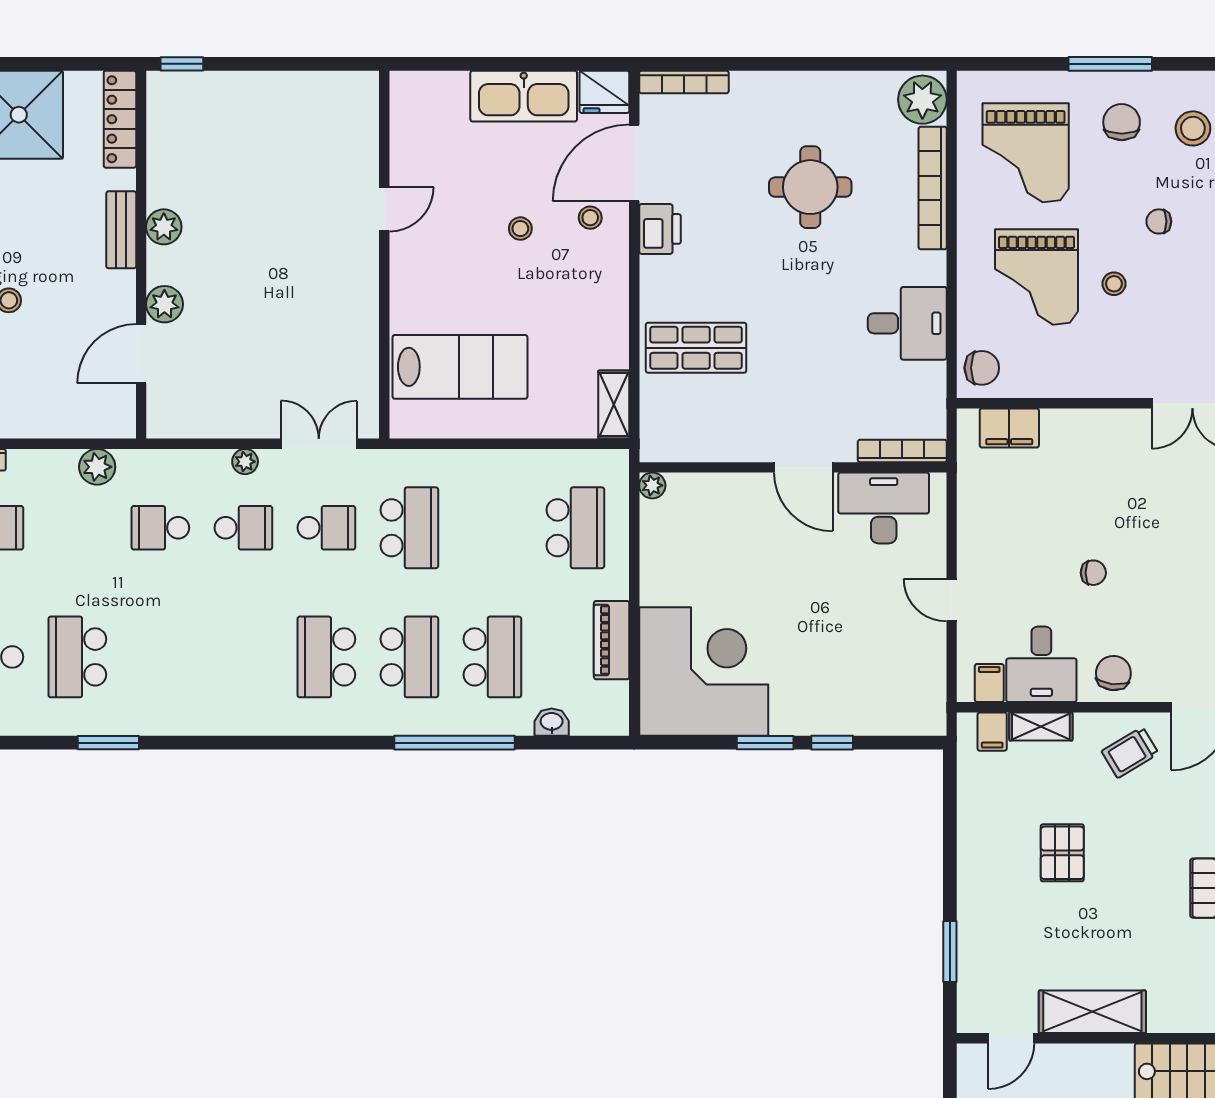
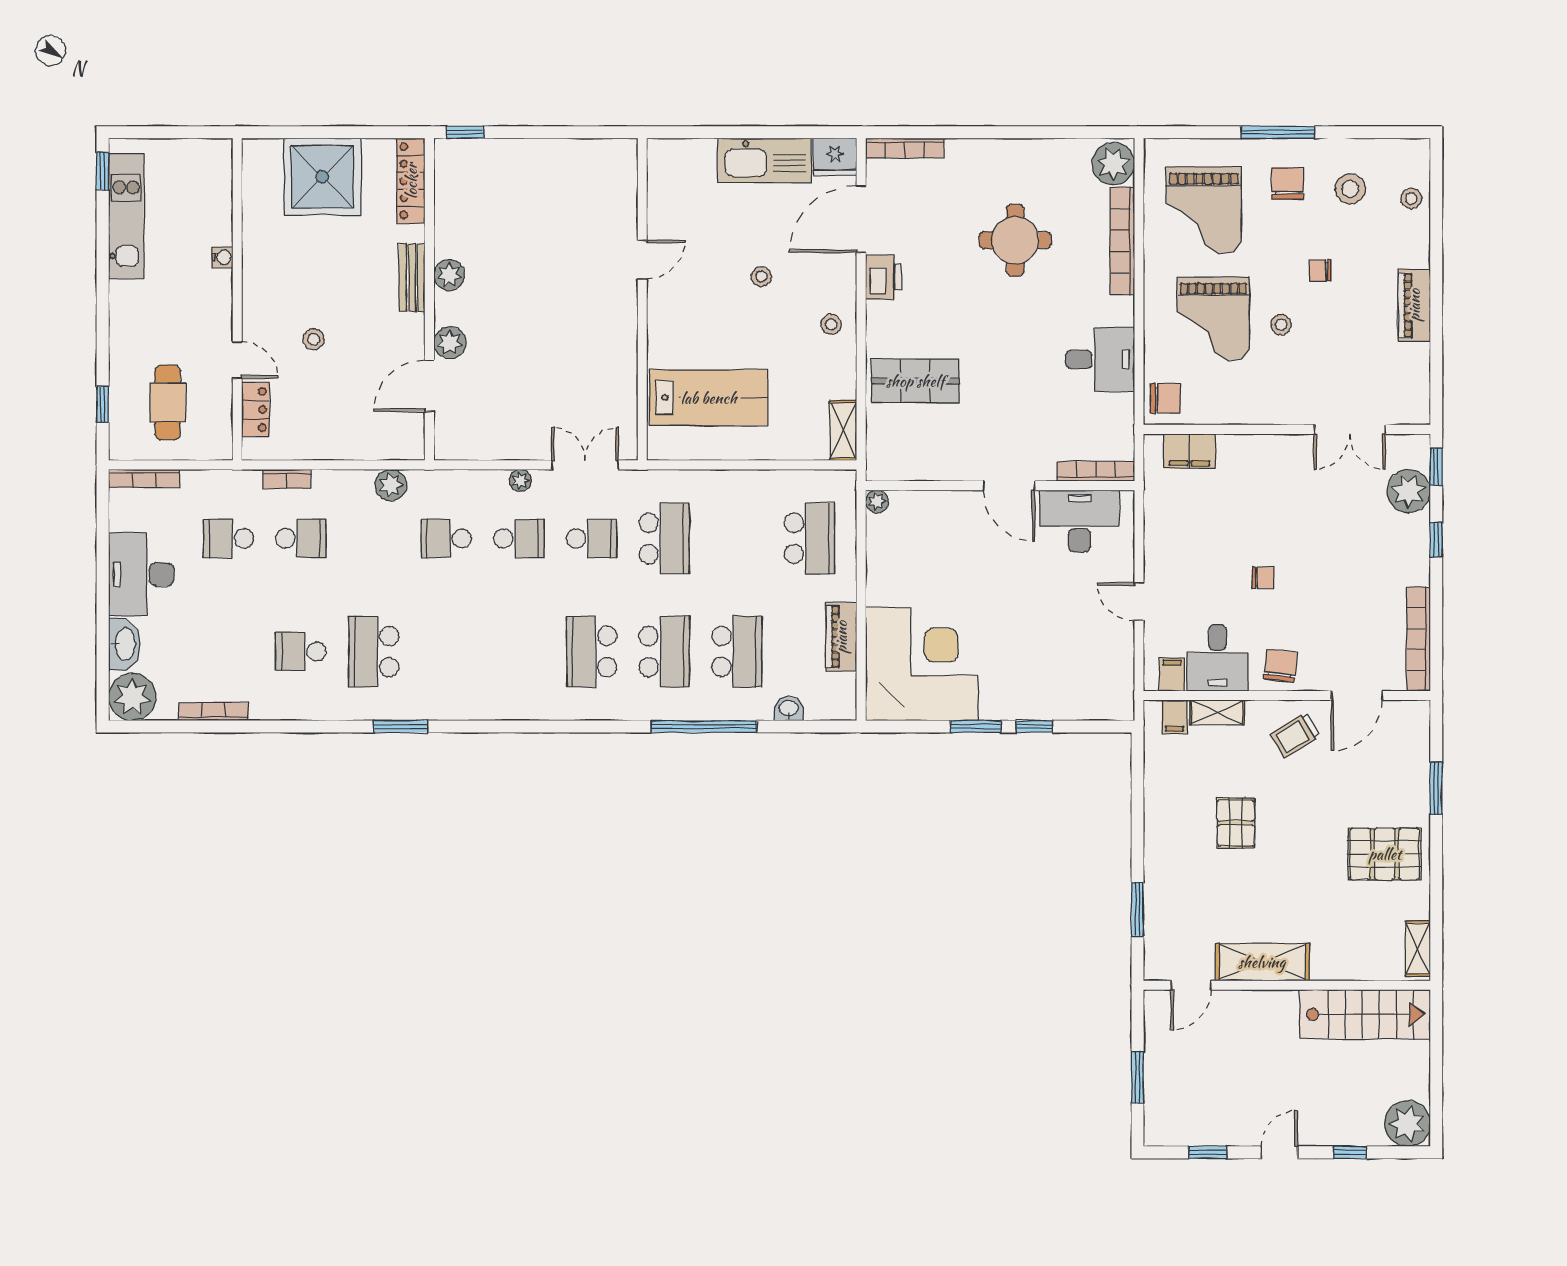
stool: (590, 218) -> (831, 324), moved

